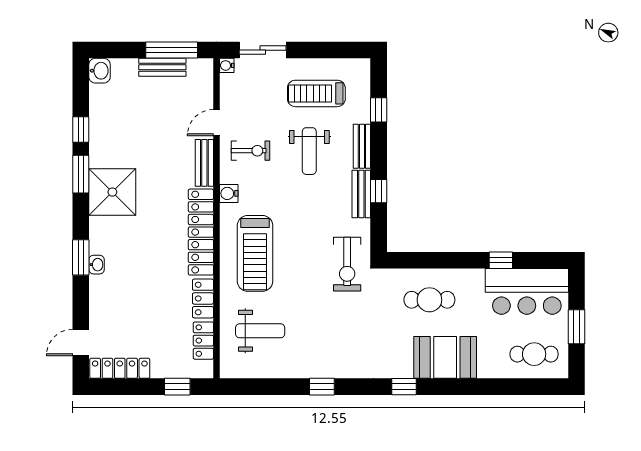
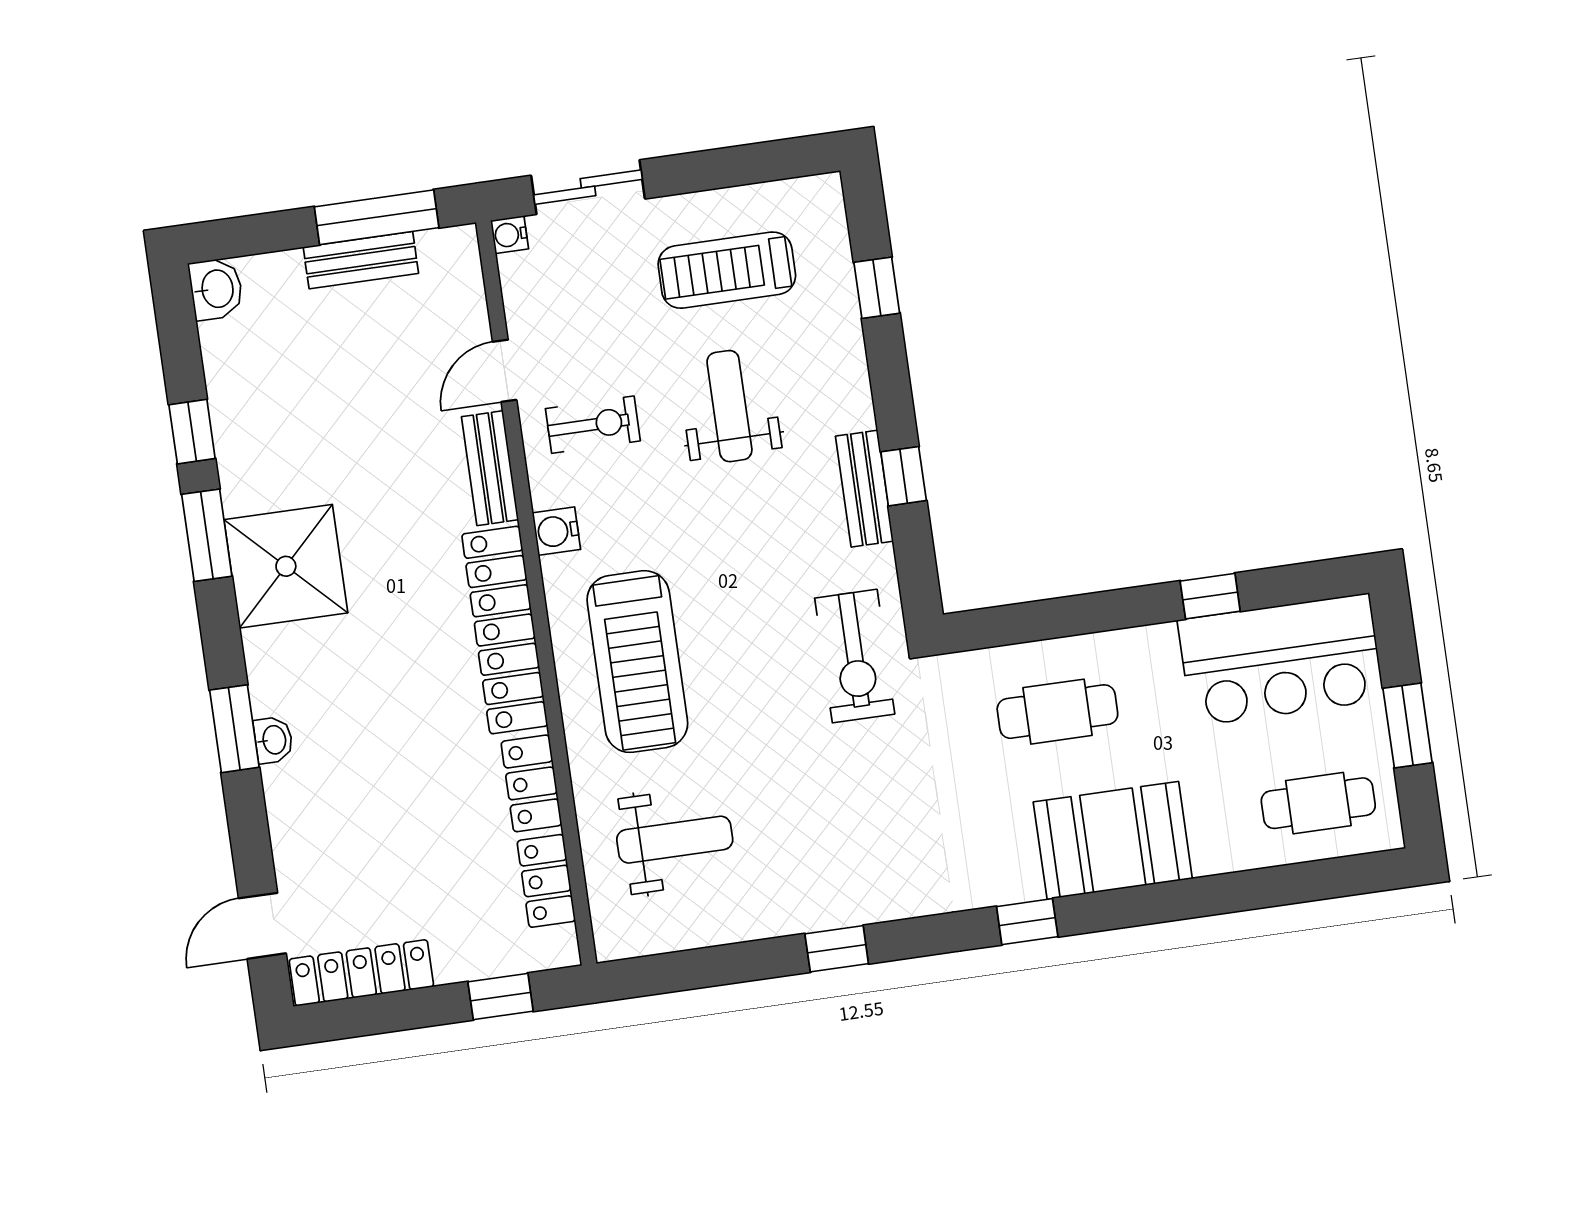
bench: (362, 146) -> (850, 378), removed
weight bench: (309, 151) -> (729, 406), turned 180

